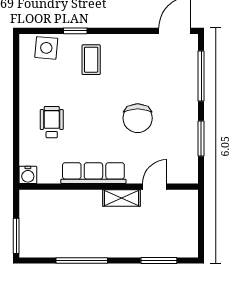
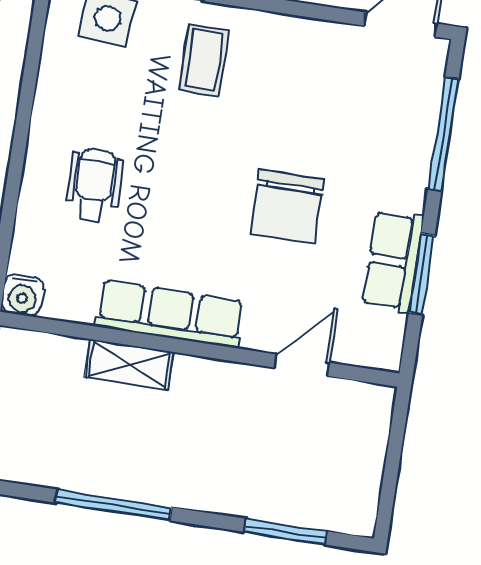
row of seats: (188, 135) -> (393, 261), added
shelving: (121, 198) -> (129, 364), moved

